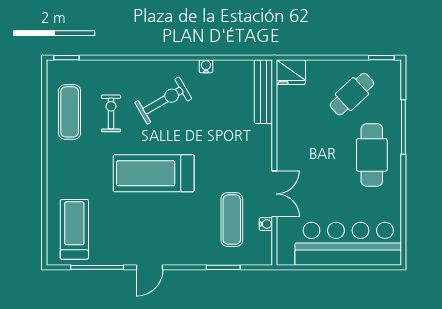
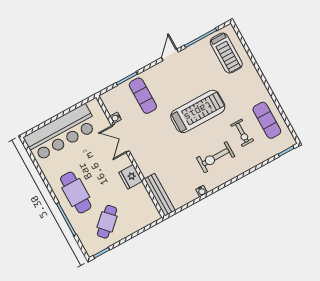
fridge: (291, 72) -> (130, 177), moved, turned -90
exercise bike: (163, 101) -> (216, 157), turned 30
exercise mat: (232, 220) -> (143, 96), moved

